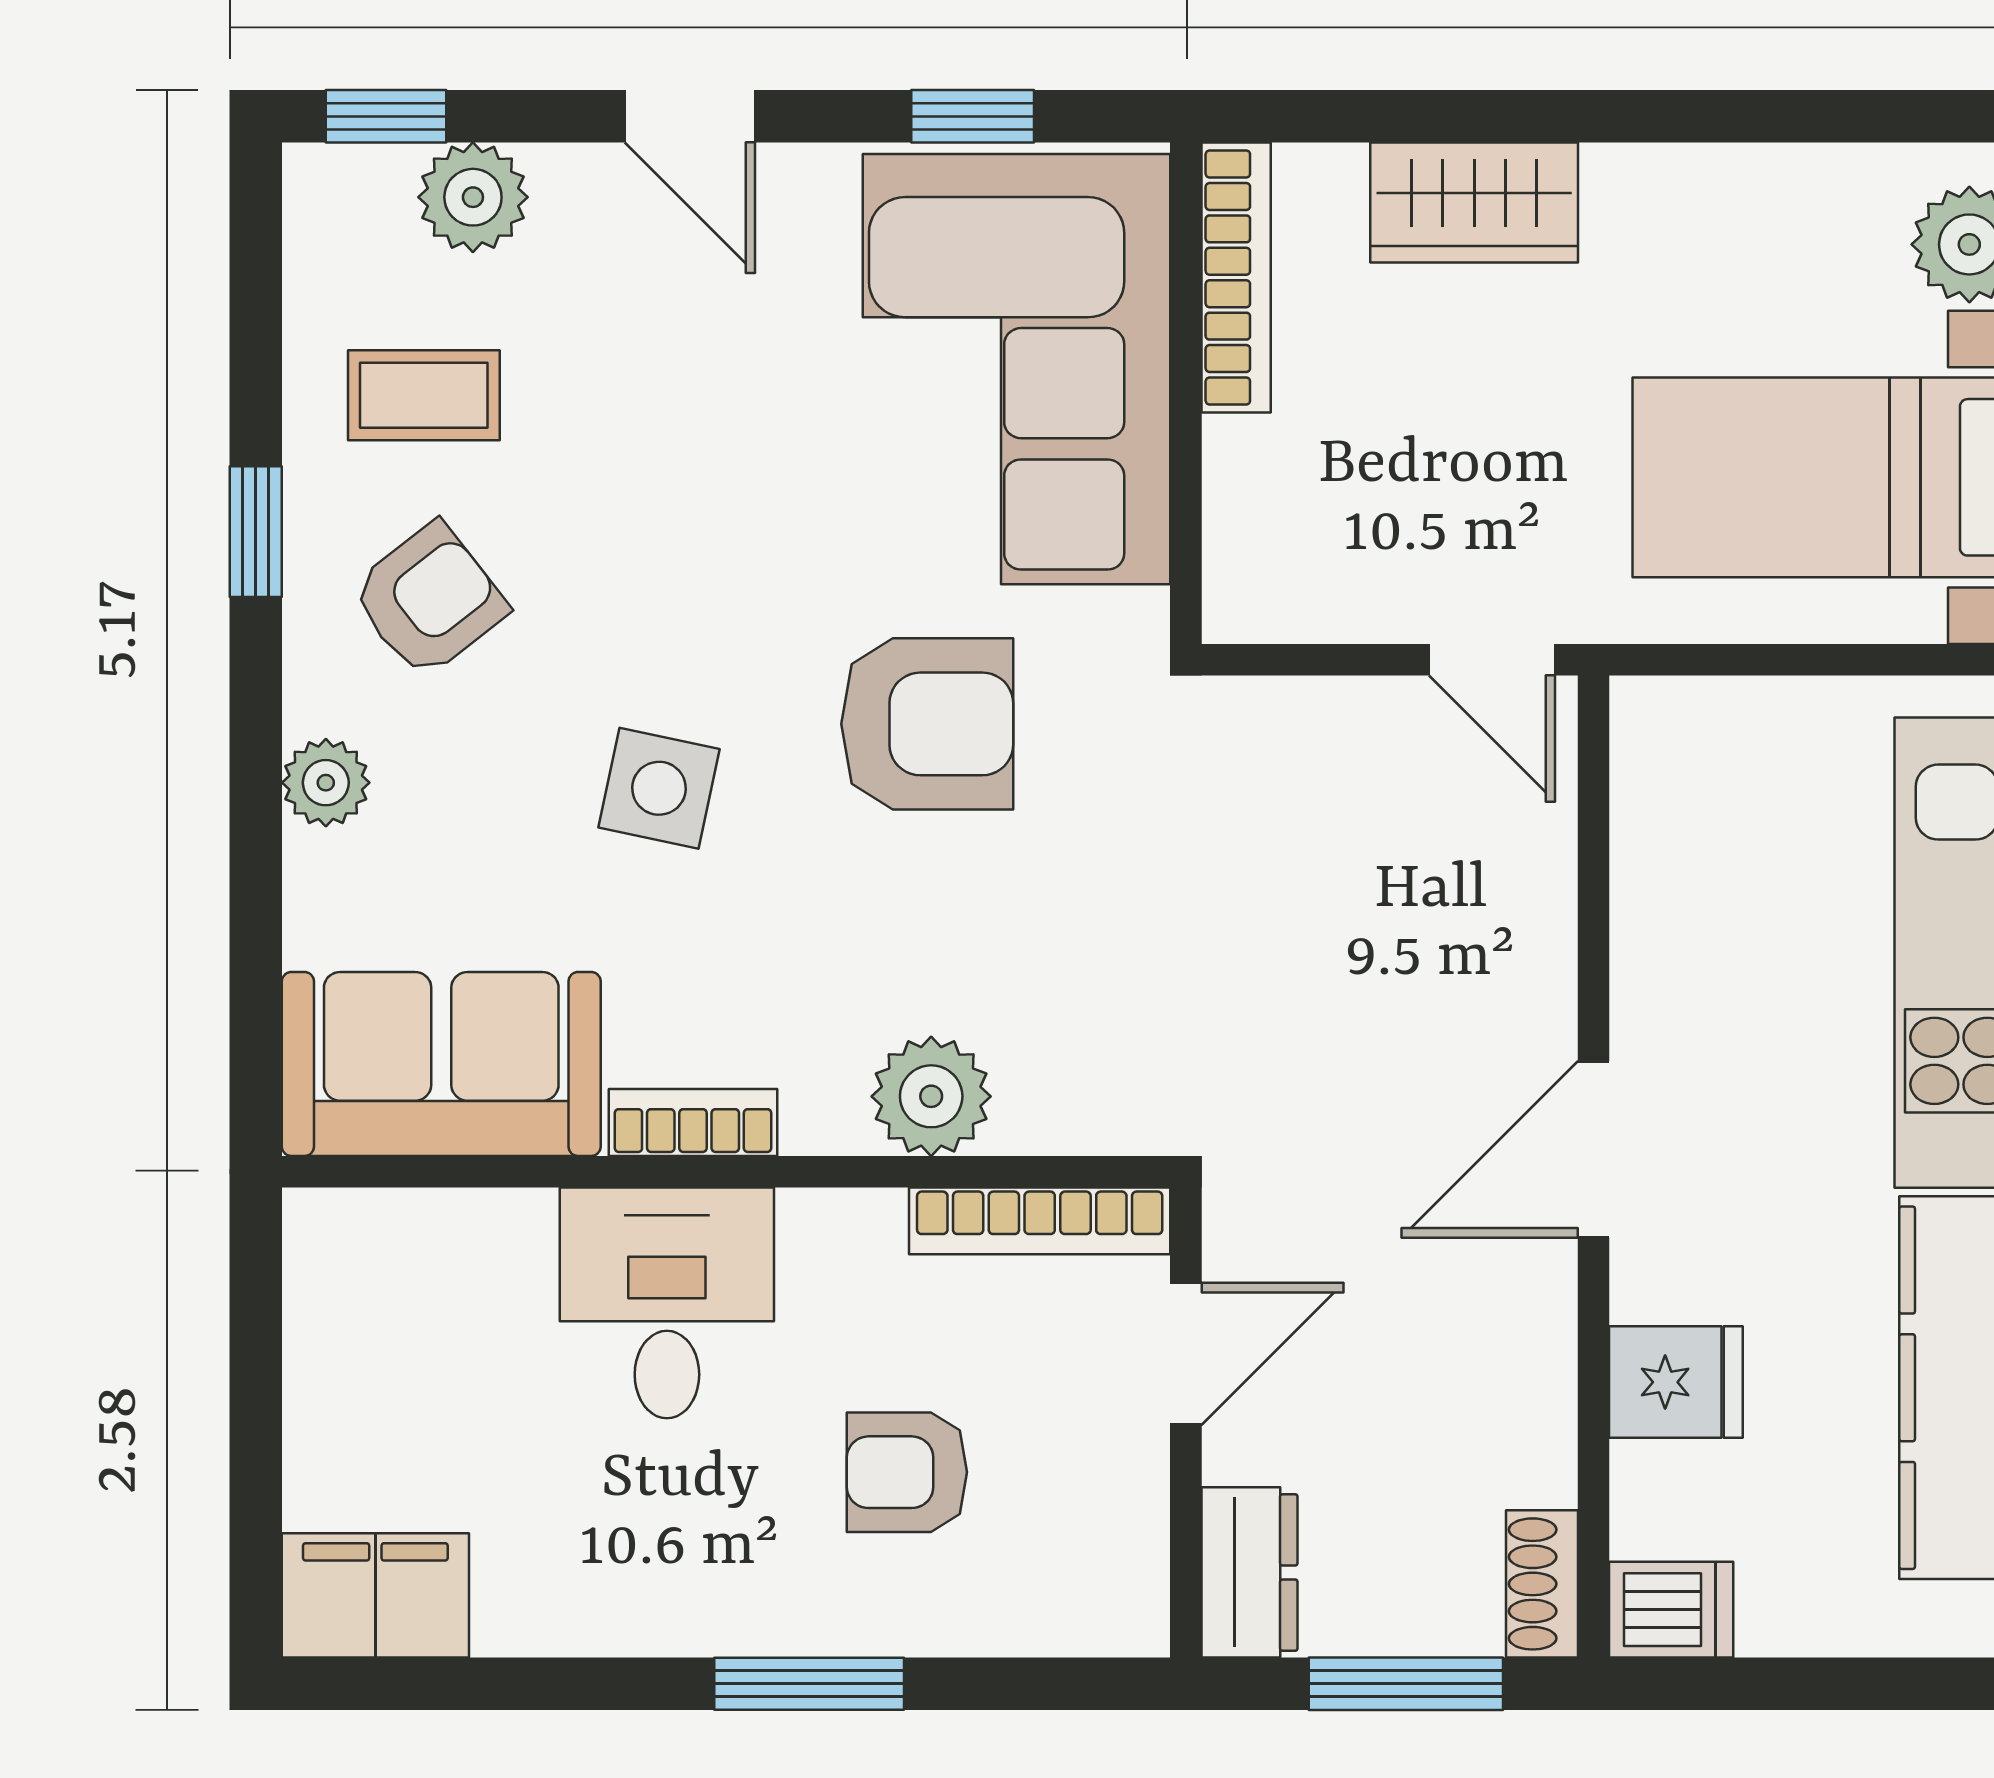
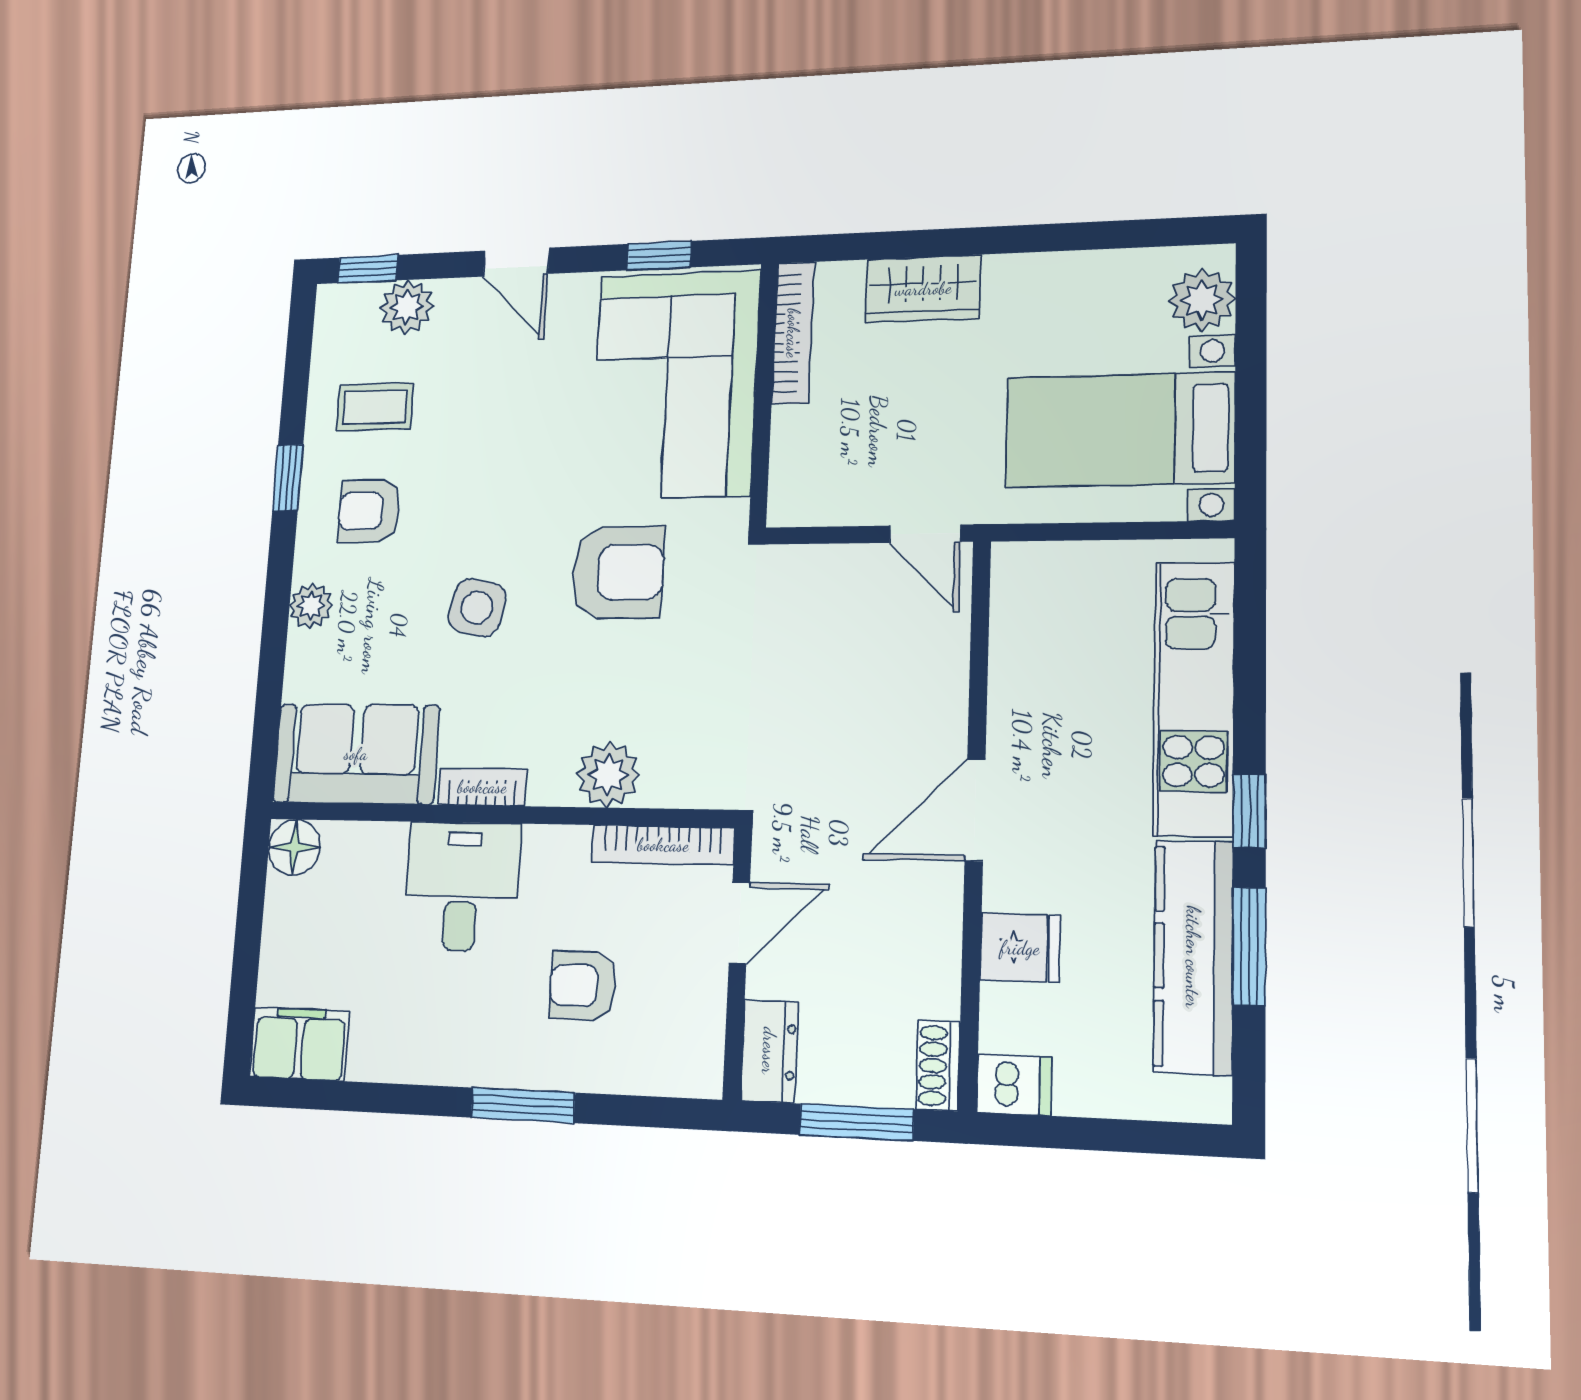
armchair: (429, 600) -> (369, 511), turned -142
floor lamp: (334, 1239) -> (294, 847), added

